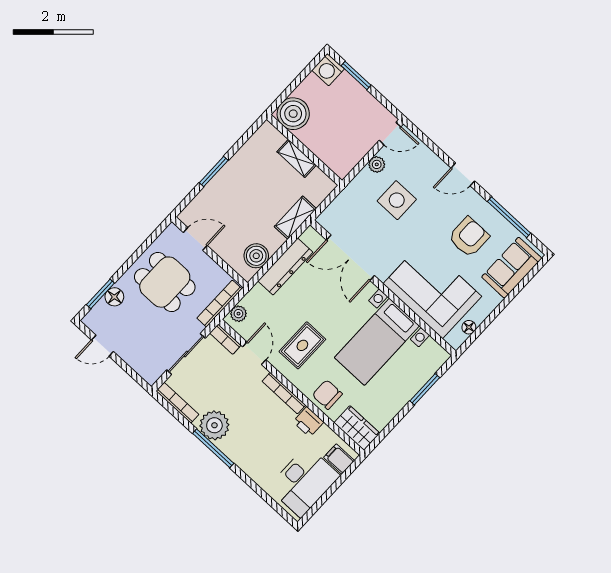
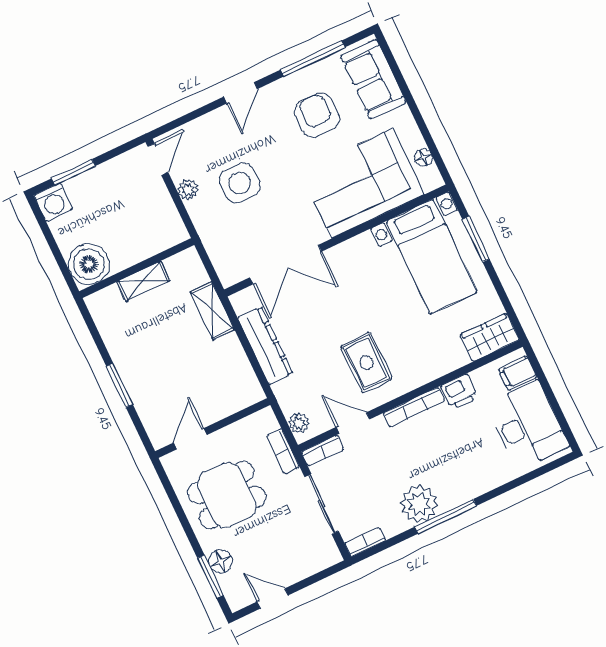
boiler: (256, 256) -> (239, 375), removed
bookcase: (219, 304) -> (283, 451), width x0.64
bed with nightstands: (377, 342) -> (432, 257), moved
door: (102, 346) -> (273, 599), swing flipped
chair: (327, 395) -> (436, 356), removed
bookcase: (177, 403) -> (365, 542), width x0.64

